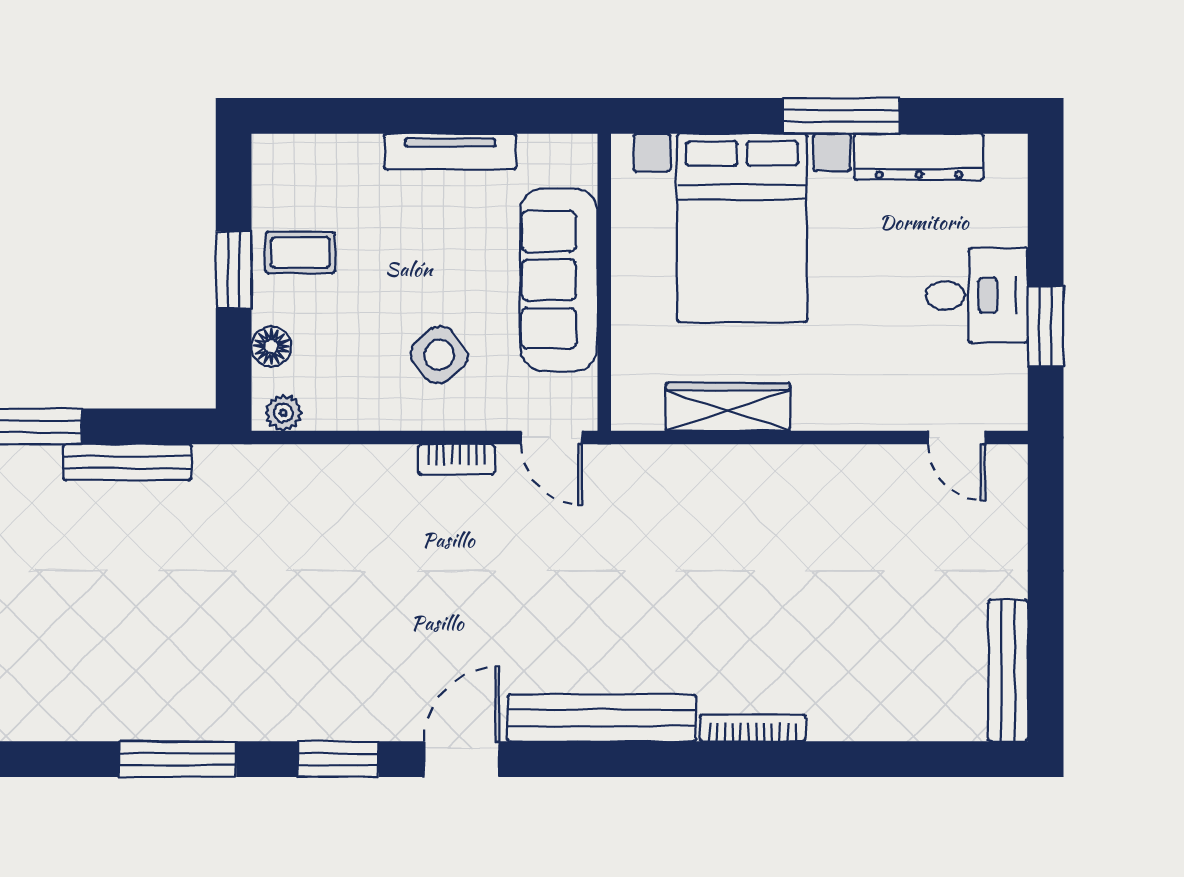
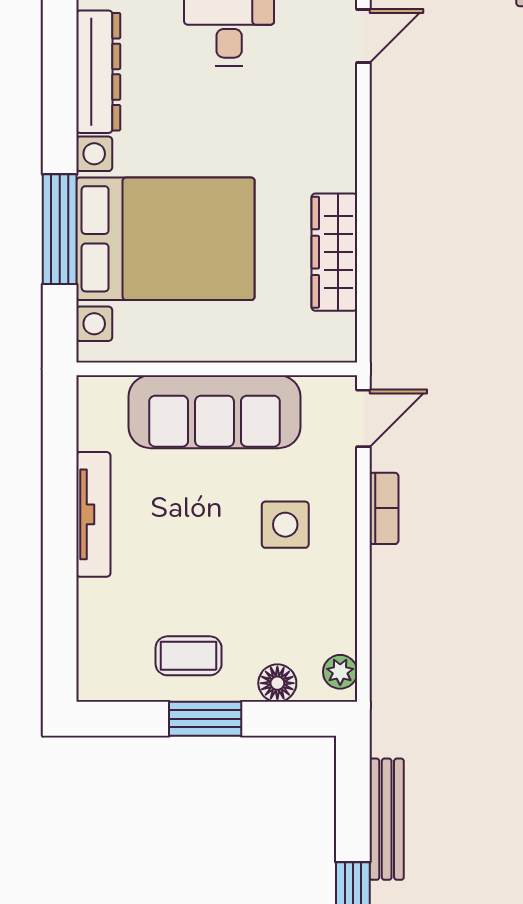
window: (841, 116) -> (60, 229), moved
coffee table: (300, 252) -> (189, 656), turned 90
side table: (439, 355) -> (285, 525), turned 38

